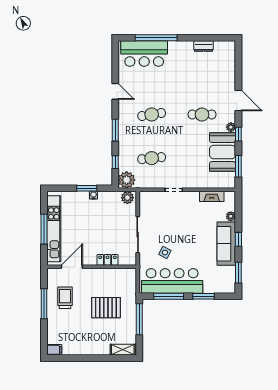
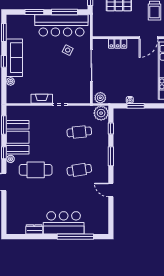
bar counter: (144, 54) -> (64, 223), moved
cafe table: (202, 114) -> (36, 170), width x1.37, depth x1.35
fireplace: (212, 196) -> (42, 99), moved

